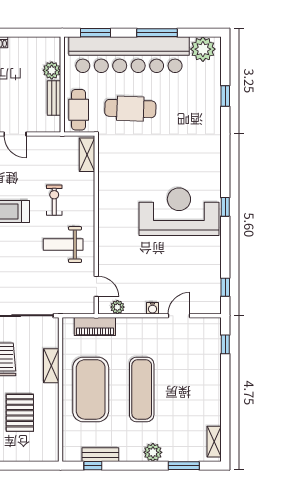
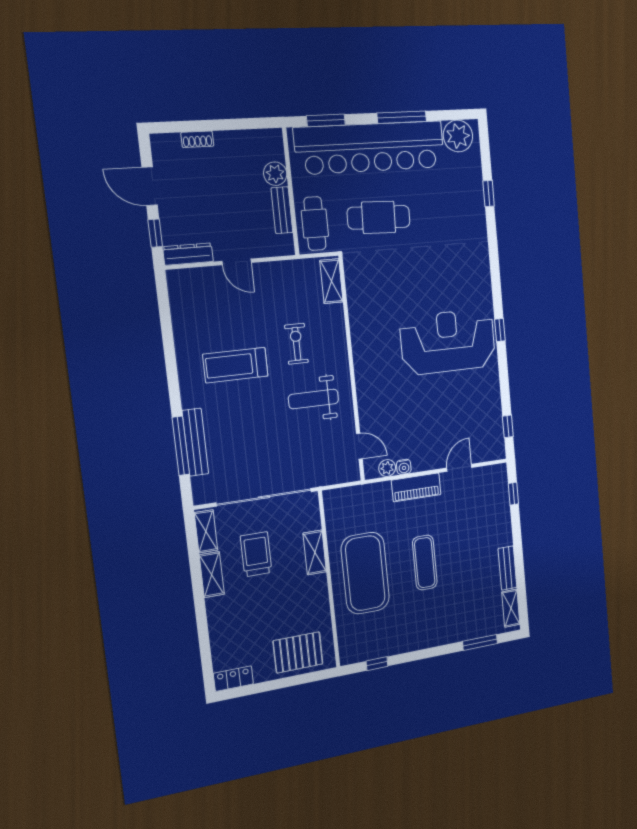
water cooler: (152, 308) -> (404, 467), moved
piano: (95, 326) -> (416, 487), moved
exercise mat: (142, 389) -> (425, 563), width x0.73, depth x0.69
pallet: (20, 413) -> (298, 652), moved, turned 90
plant: (153, 452) -> (444, 634), removed
bench: (100, 455) -> (507, 568), moved, turned 90

